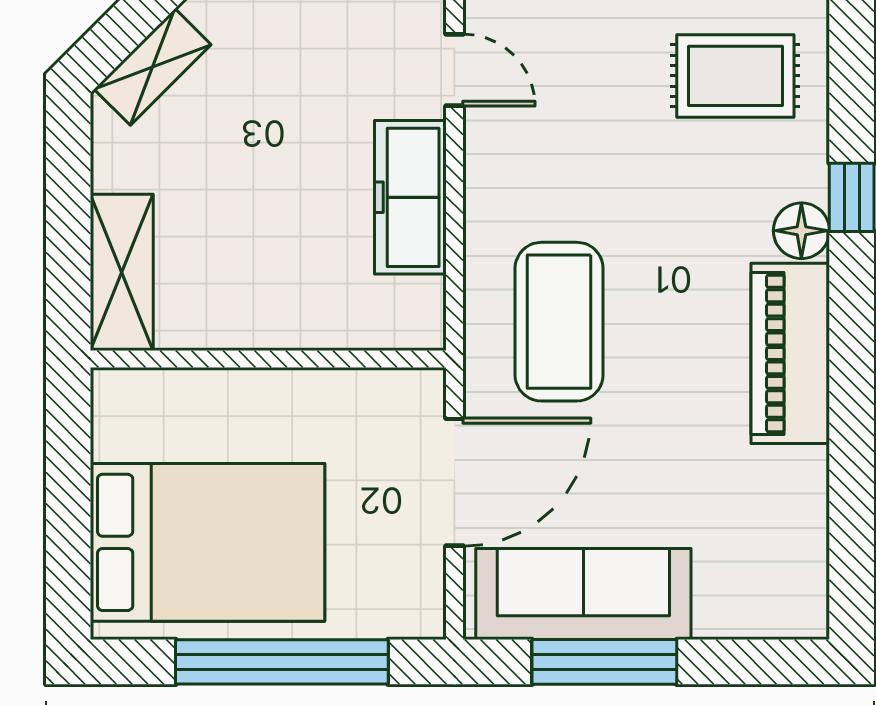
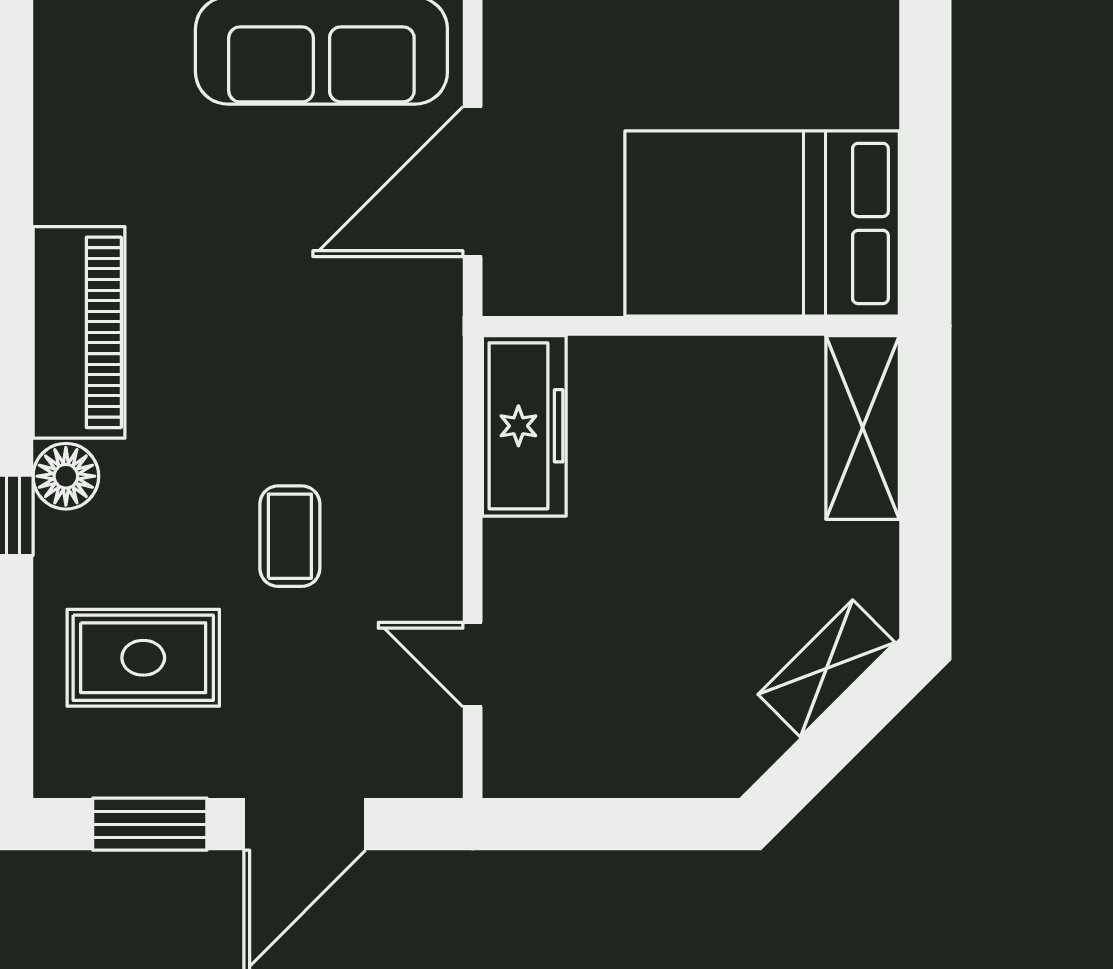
freezer: (410, 197) -> (524, 426), moved
coffee table: (559, 322) -> (290, 536), moved, width x0.54, depth x0.58
bed: (208, 542) -> (762, 223), moved

